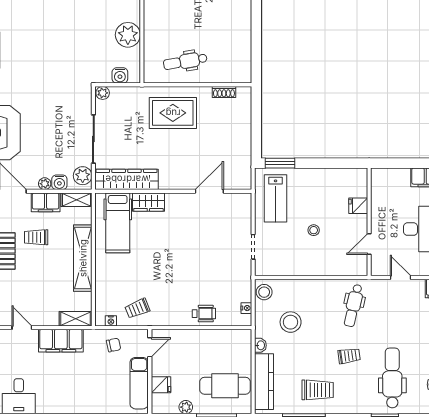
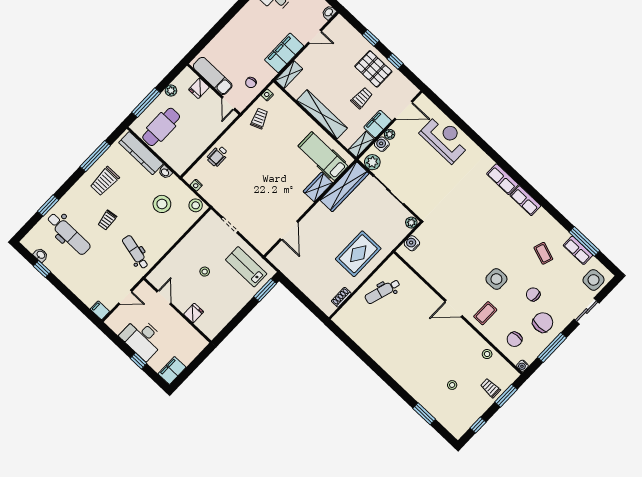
plant: (128, 35) -> (432, 272), removed
dental chair: (185, 61) -> (382, 291), turned -153

